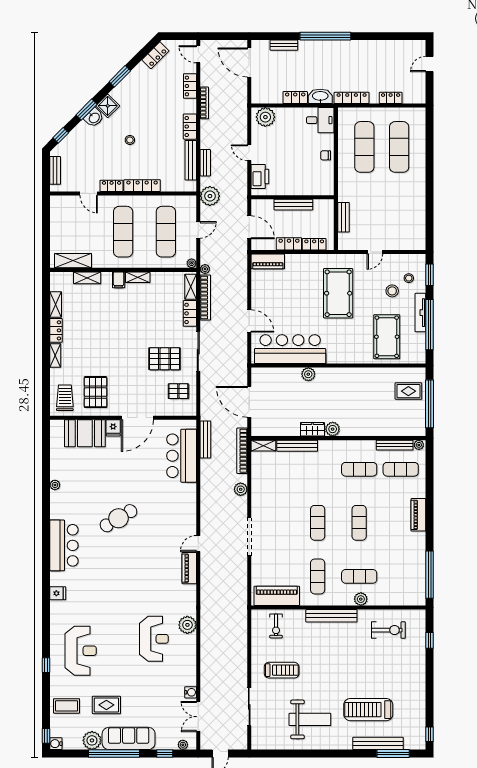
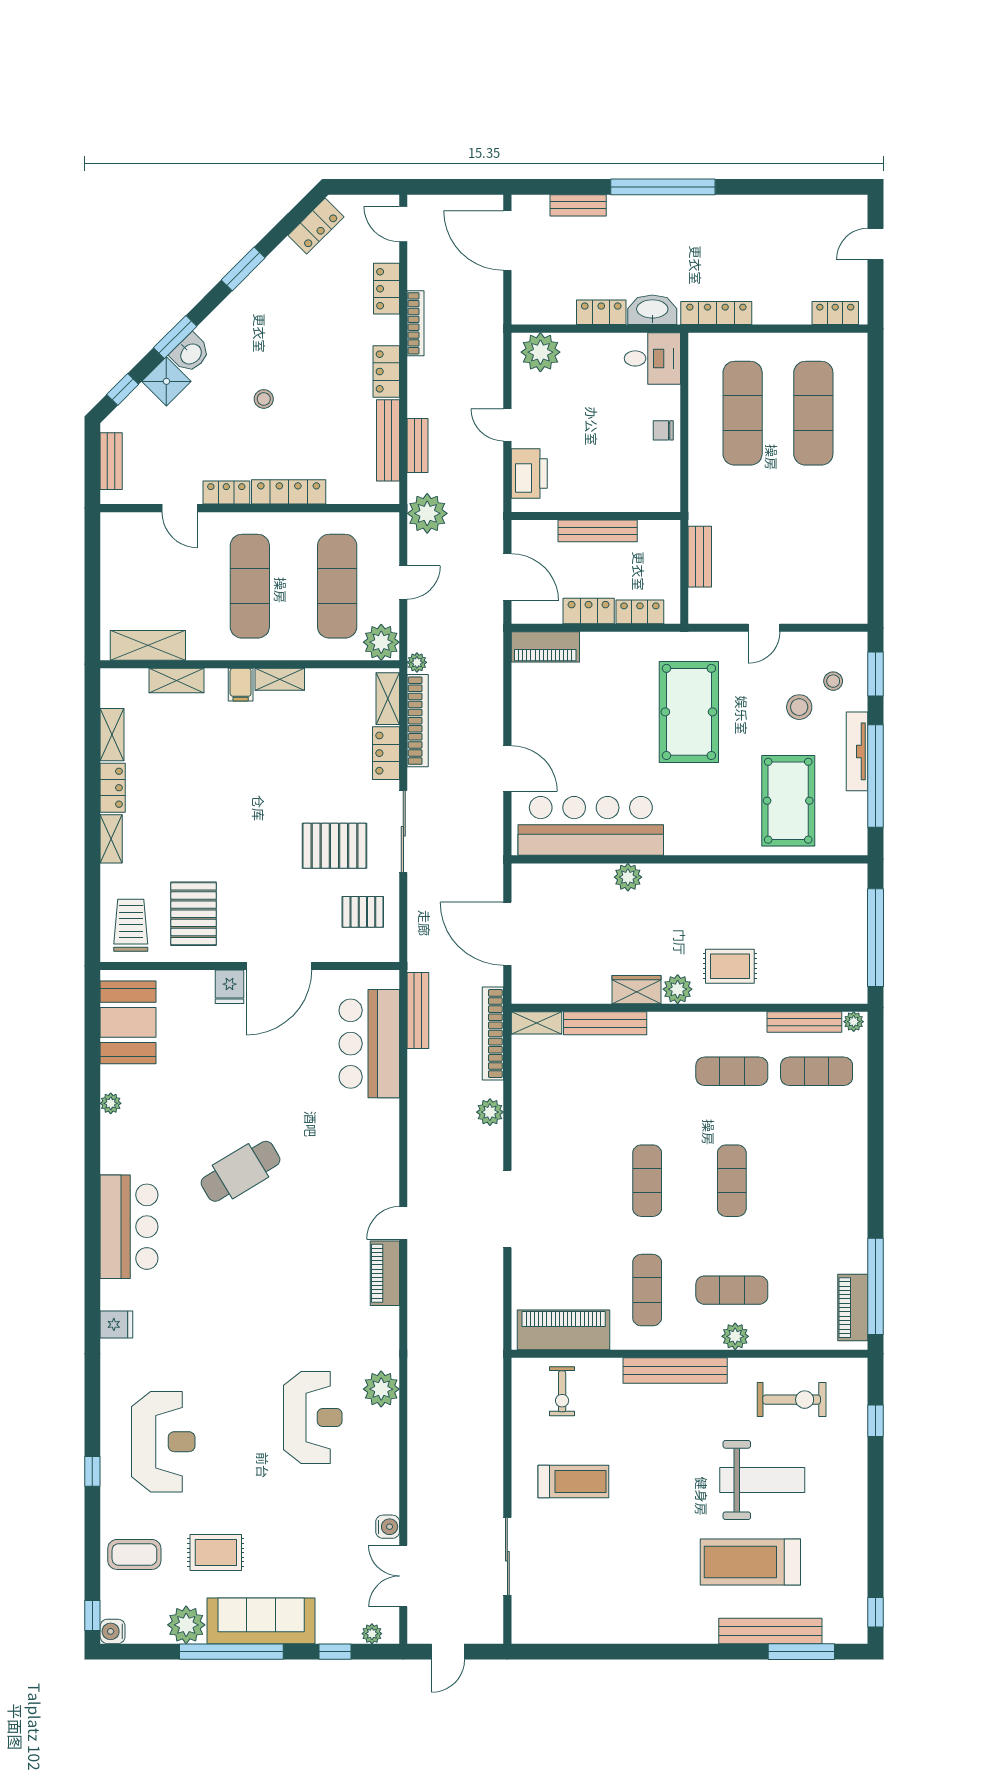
locker: (391, 98) -> (835, 313), moved
shower: (108, 106) -> (166, 381), moved
plant: (192, 263) -> (381, 642), width x1.87, depth x1.87
rug: (408, 391) -> (730, 966), moved
booth: (85, 433) -> (128, 1022), moved, turned 90
piano: (418, 515) -> (853, 1308), moved
weight bench: (310, 719) -> (762, 1480), moved

